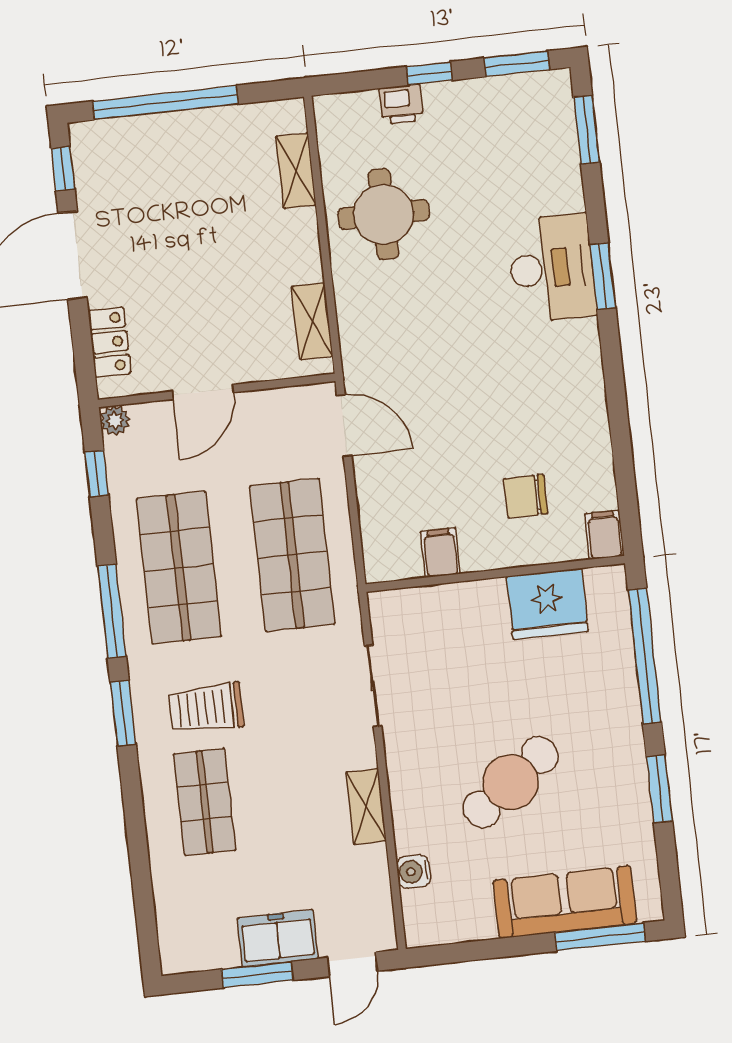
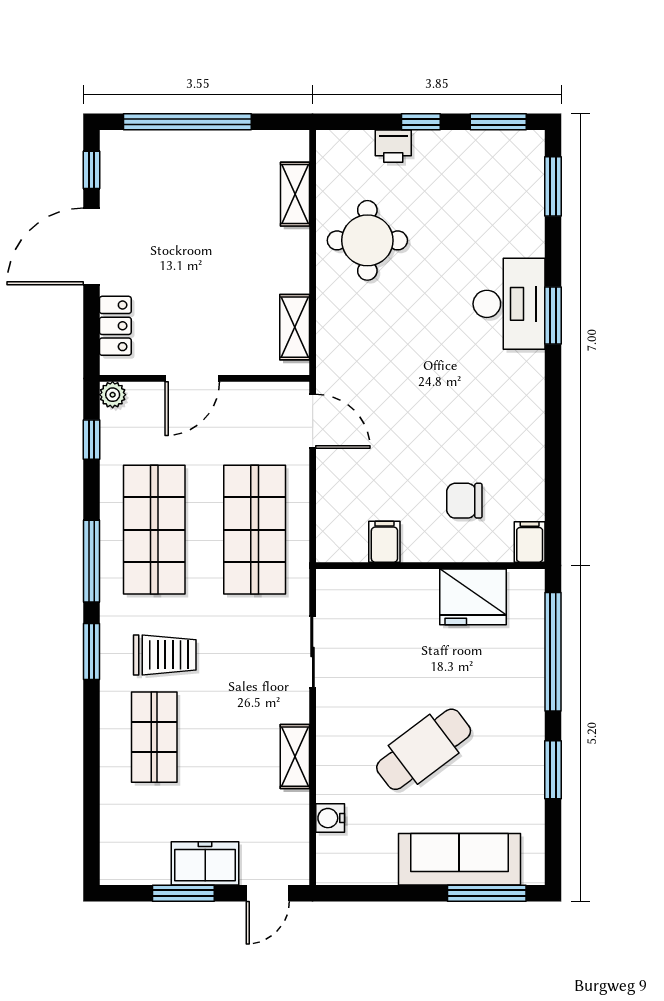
trolley: (206, 708) -> (165, 655), turned 180

